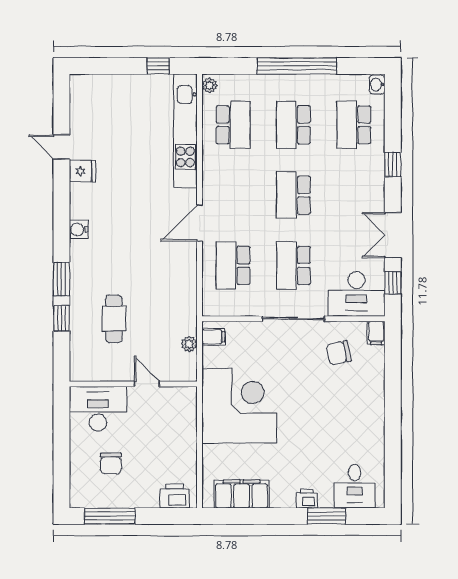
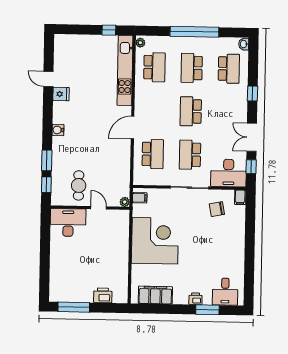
school desk: (354, 125) -> (229, 69), turned 180
school desk: (233, 265) -> (153, 154), turned 180
wall: (133, 384) -> (90, 208), moved
door: (147, 384) -> (99, 208), moved
desk: (98, 409) -> (68, 223), moved
chair: (111, 463) -> (75, 275), removed
printer: (175, 496) -> (103, 295), moved

